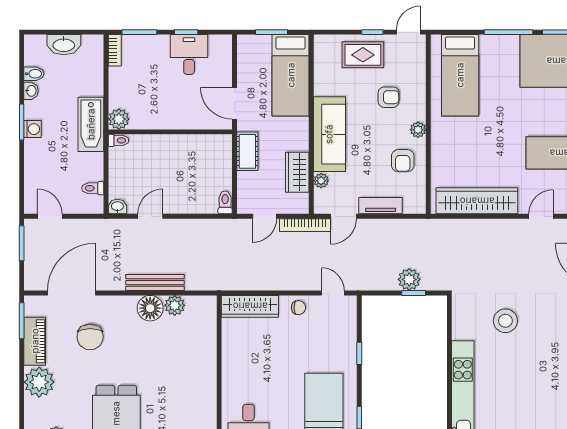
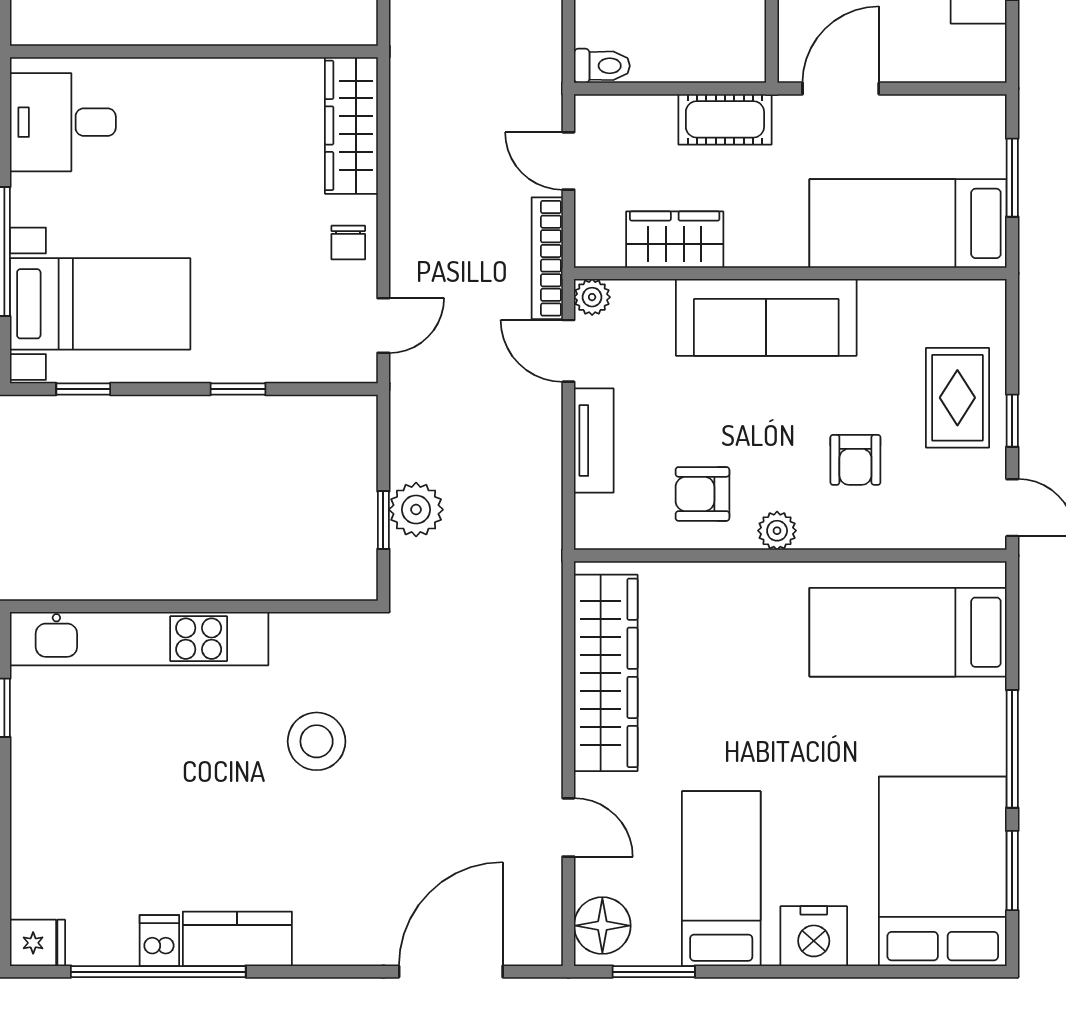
plant: (321, 181) -> (592, 297), moved

